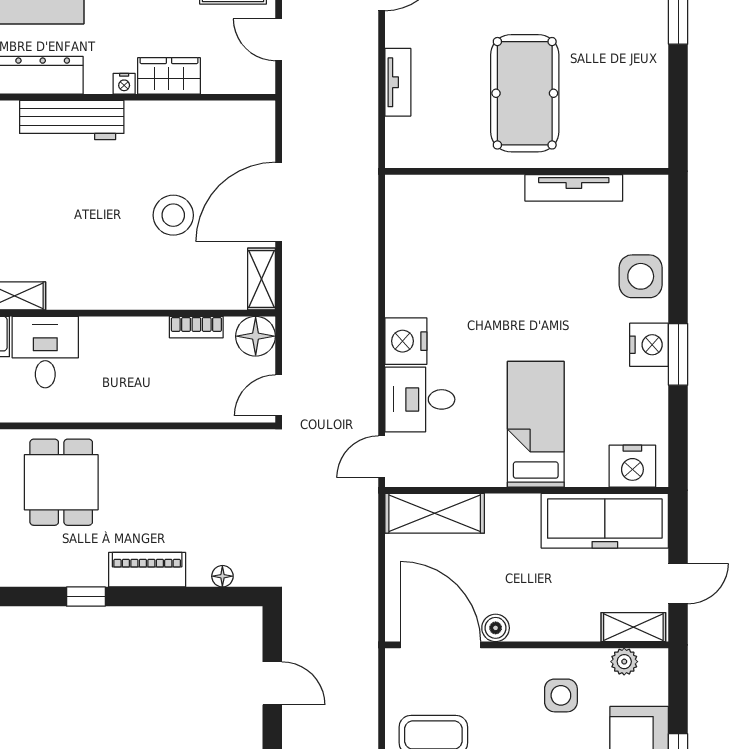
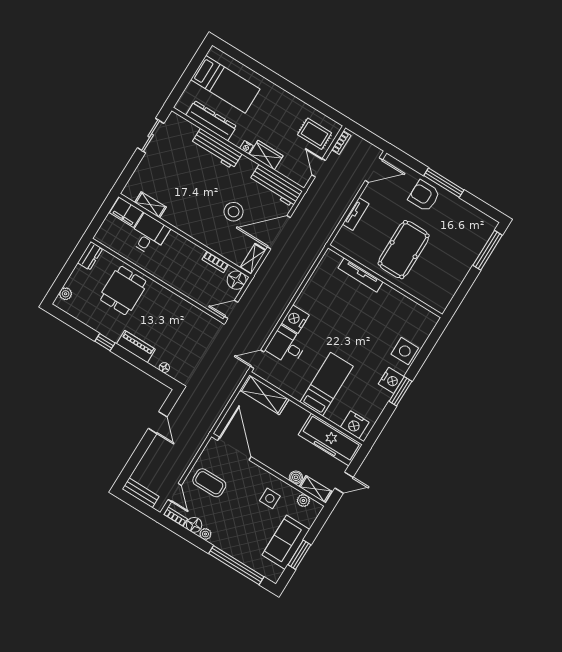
workbench: (221, 121) -> (276, 186), added
tv unit: (574, 188) -> (360, 275), moved
boiler: (496, 628) -> (296, 477), moved

